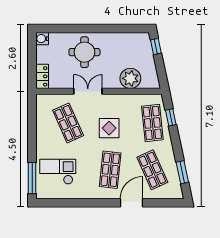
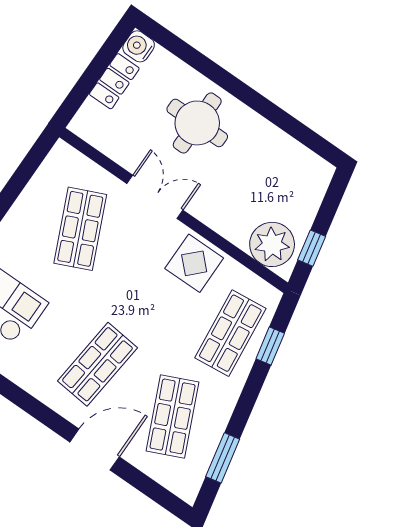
window: (156, 47) -> (312, 248), moved
locker: (42, 76) -> (114, 81), moved
plant: (130, 78) -> (272, 244), moved
display table: (109, 128) -> (194, 263), moved

